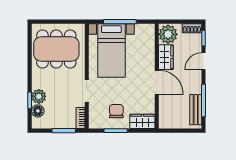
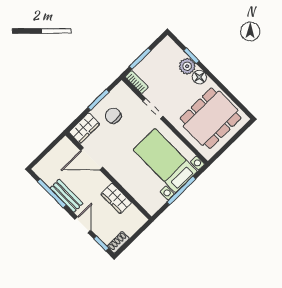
plant: (168, 34) -> (133, 218), removed
door: (157, 82) -> (92, 159), moved
bench: (196, 110) -> (66, 196), moved
floor lamp: (38, 111) -> (199, 77), moved
chair: (116, 111) -> (113, 116), turned 180

